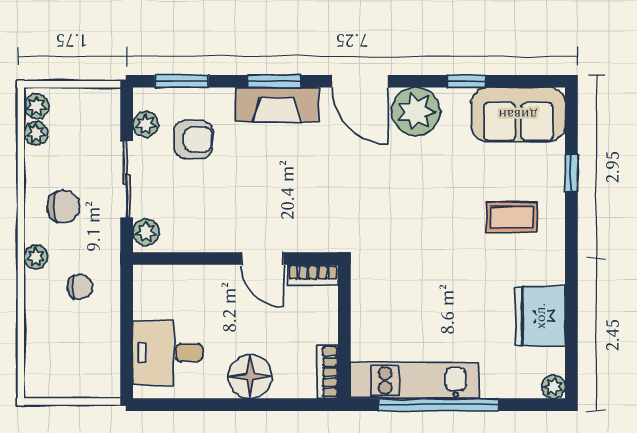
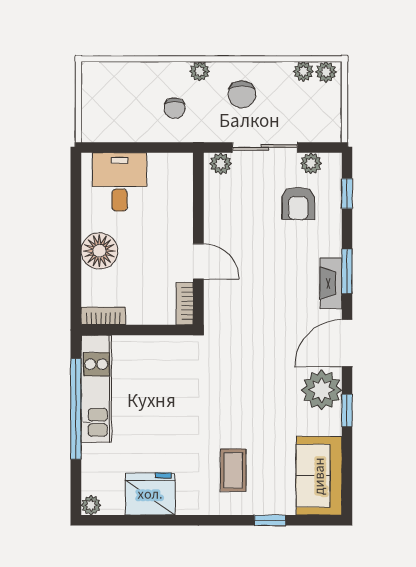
window: (182, 81) -> (347, 194), width x0.67
window: (466, 81) -> (347, 411), moved
fireplace: (277, 105) -> (331, 283), width x0.73, depth x0.76
door: (262, 259) -> (198, 261), swing flipped

